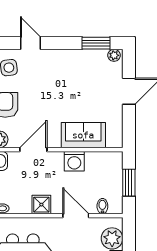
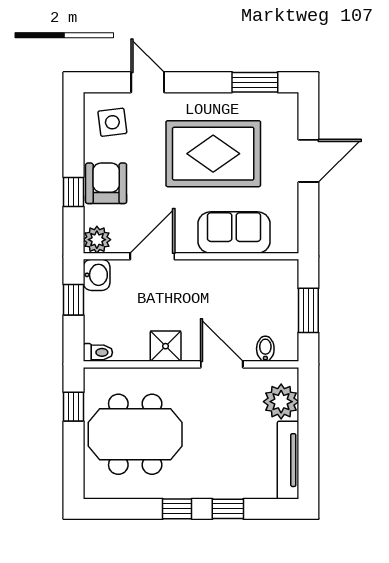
plant: (114, 55) -> (284, 102), removed
rug: (71, 87) -> (213, 154), added
washing machine: (74, 161) -> (219, 275), removed

